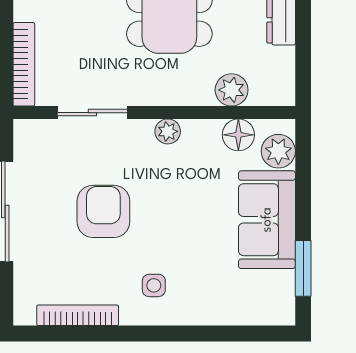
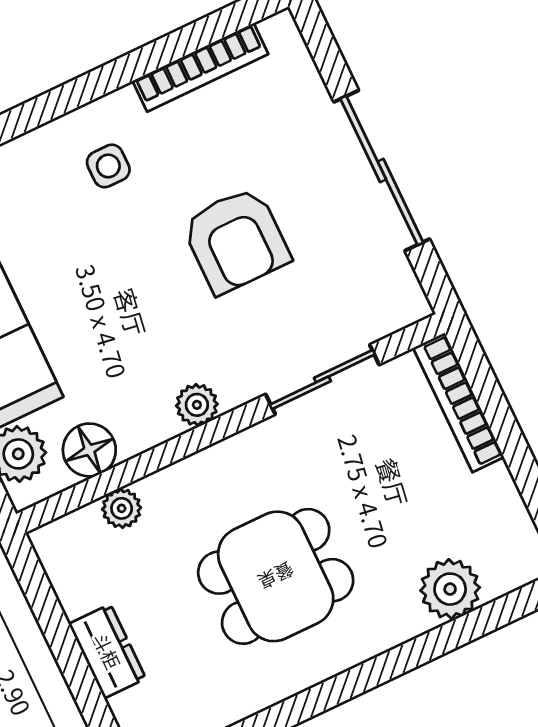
plant: (232, 90) -> (122, 508), width x0.73, depth x0.73

